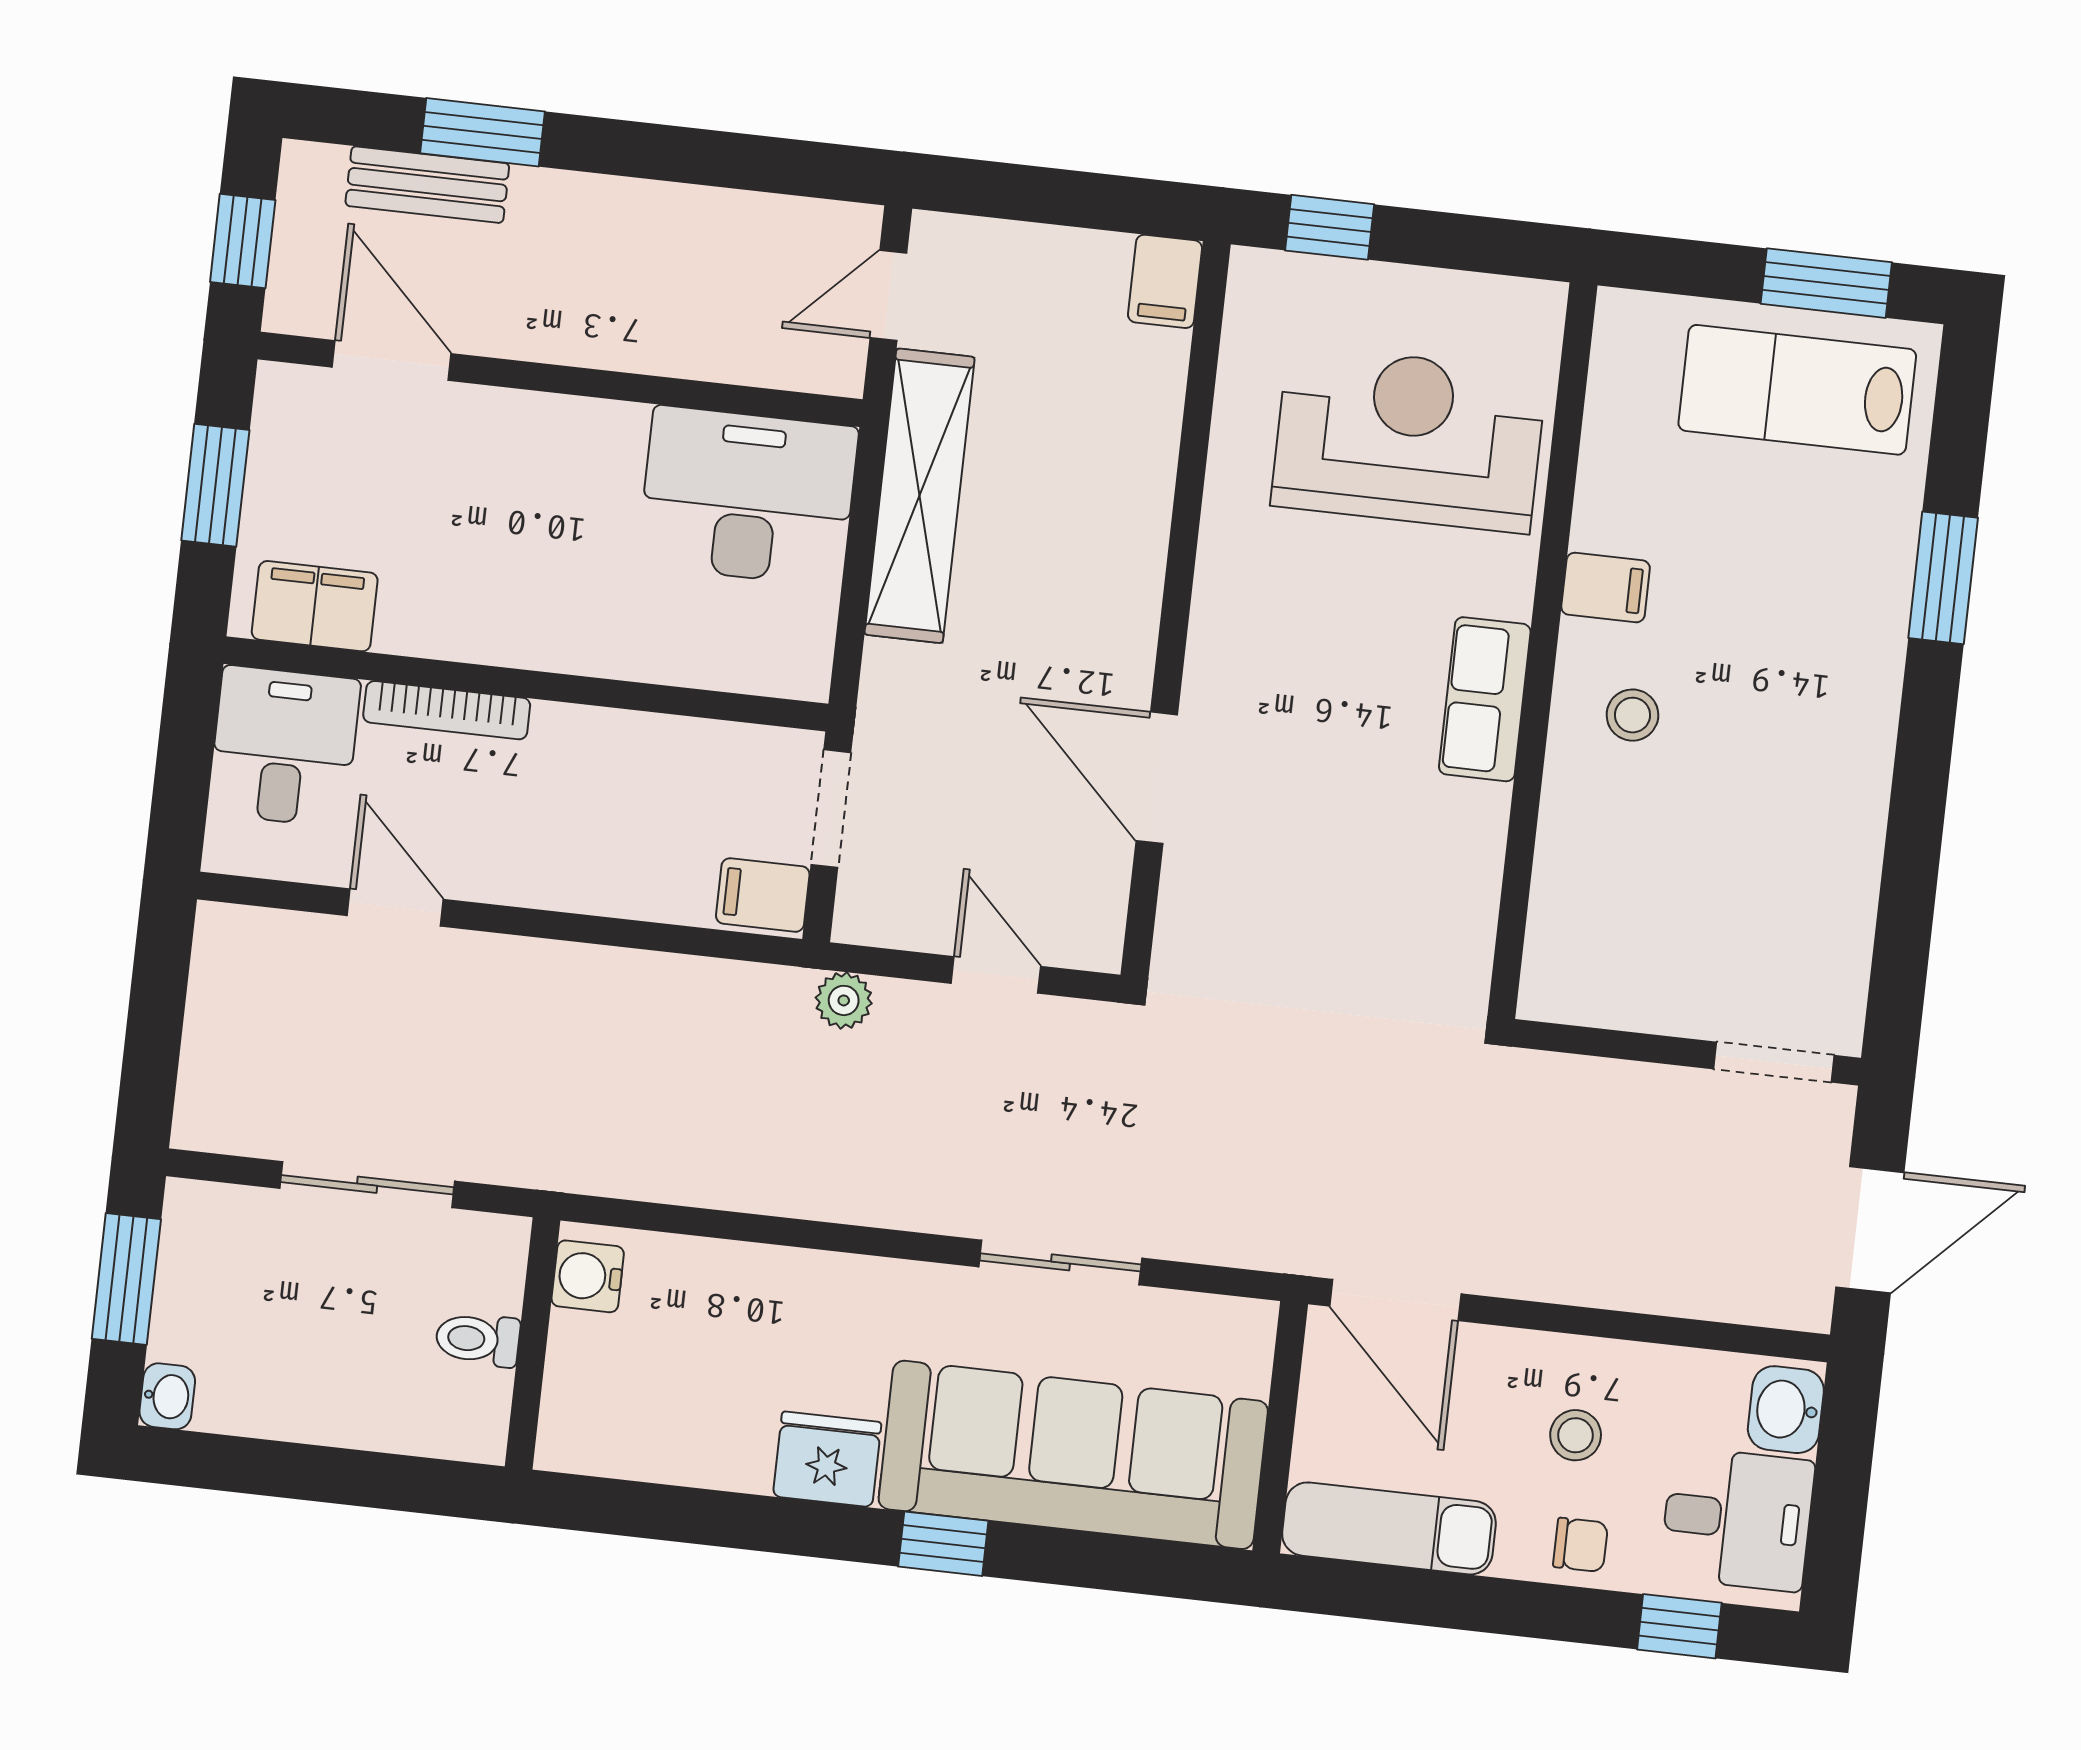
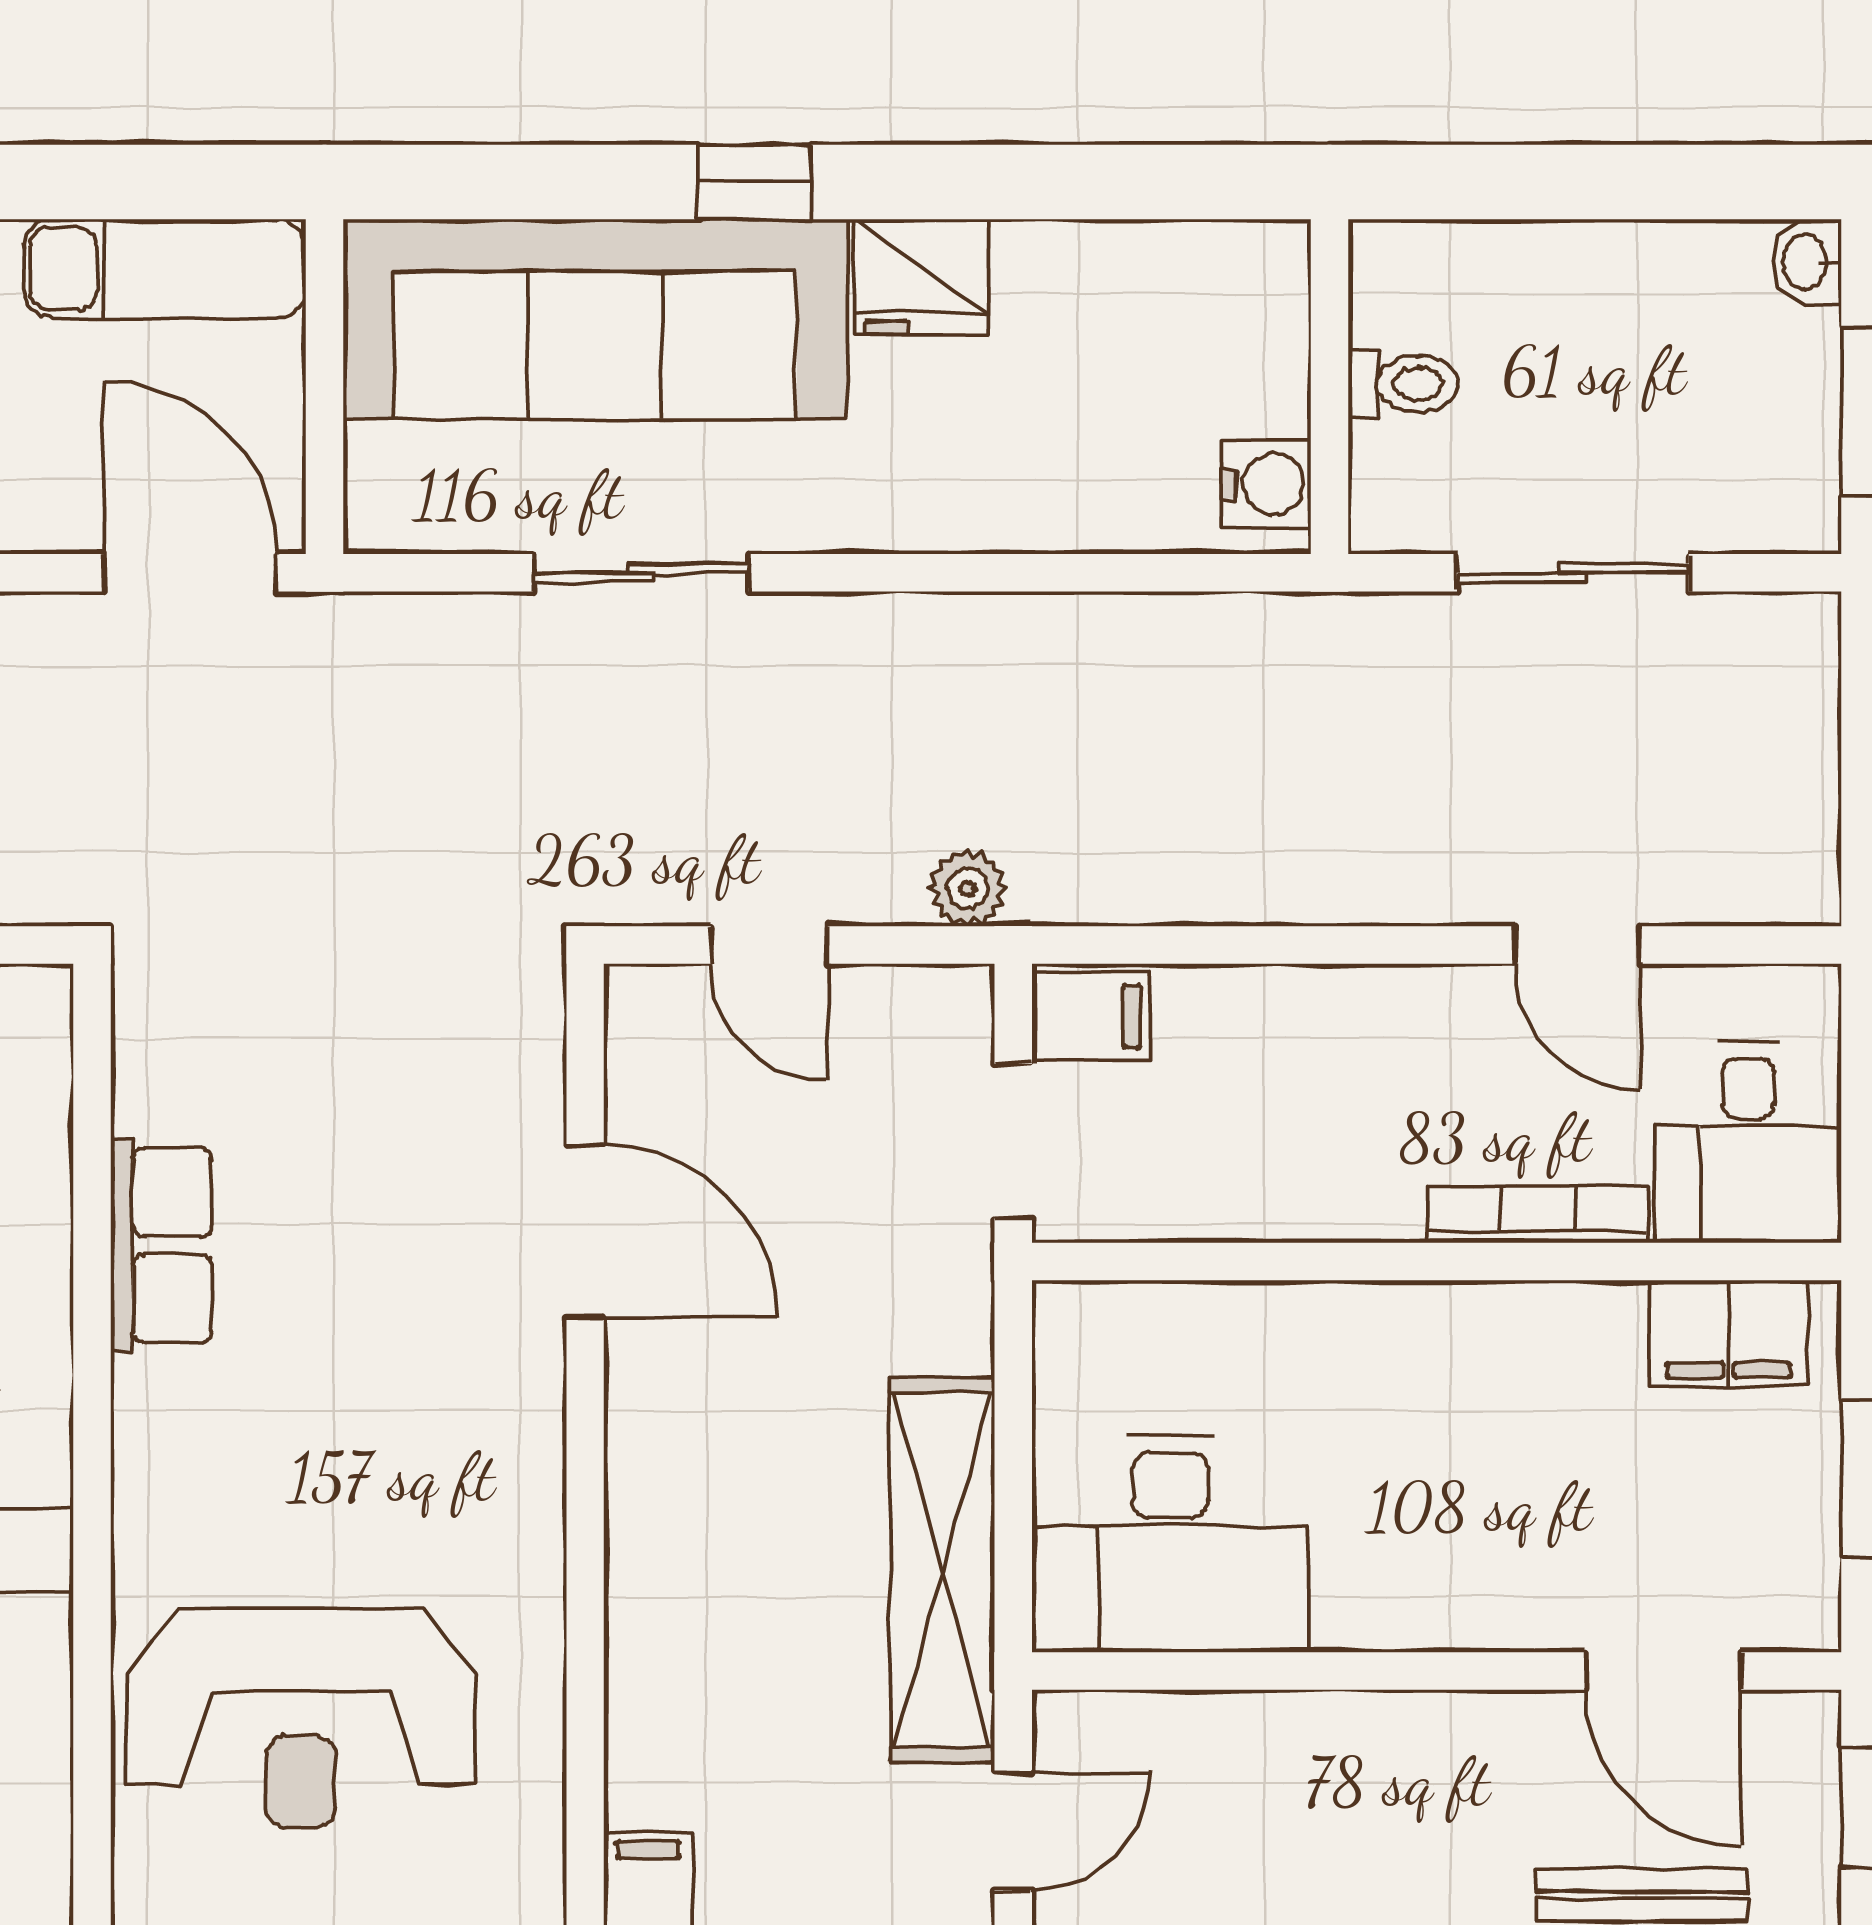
row of seats: (1485, 699) -> (161, 1245), moved

